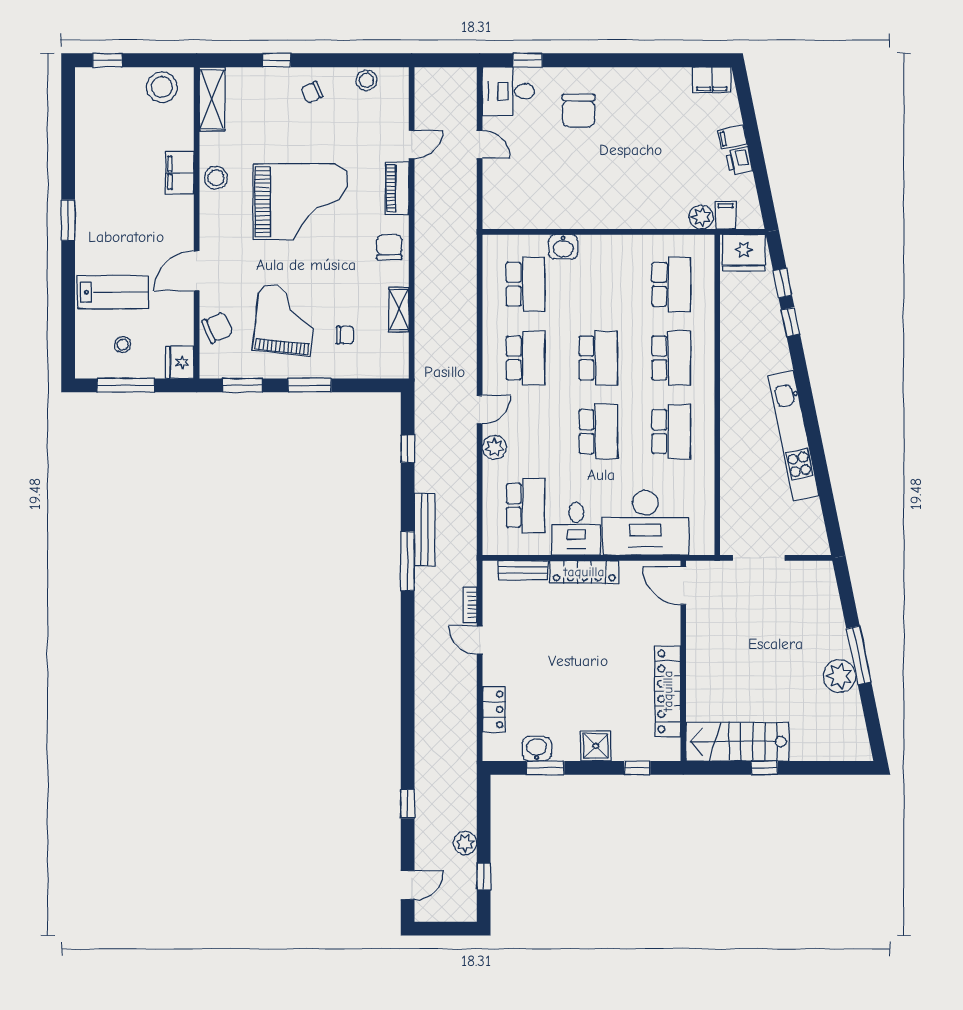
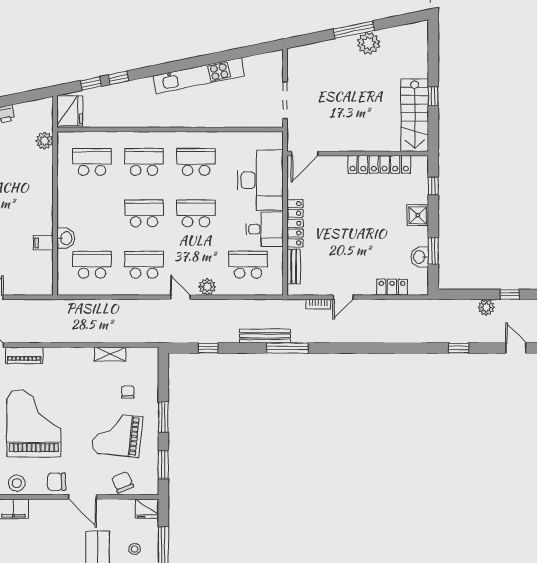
filing cabinet: (726, 215) -> (43, 243), moved
chair: (389, 247) -> (56, 482), moved

